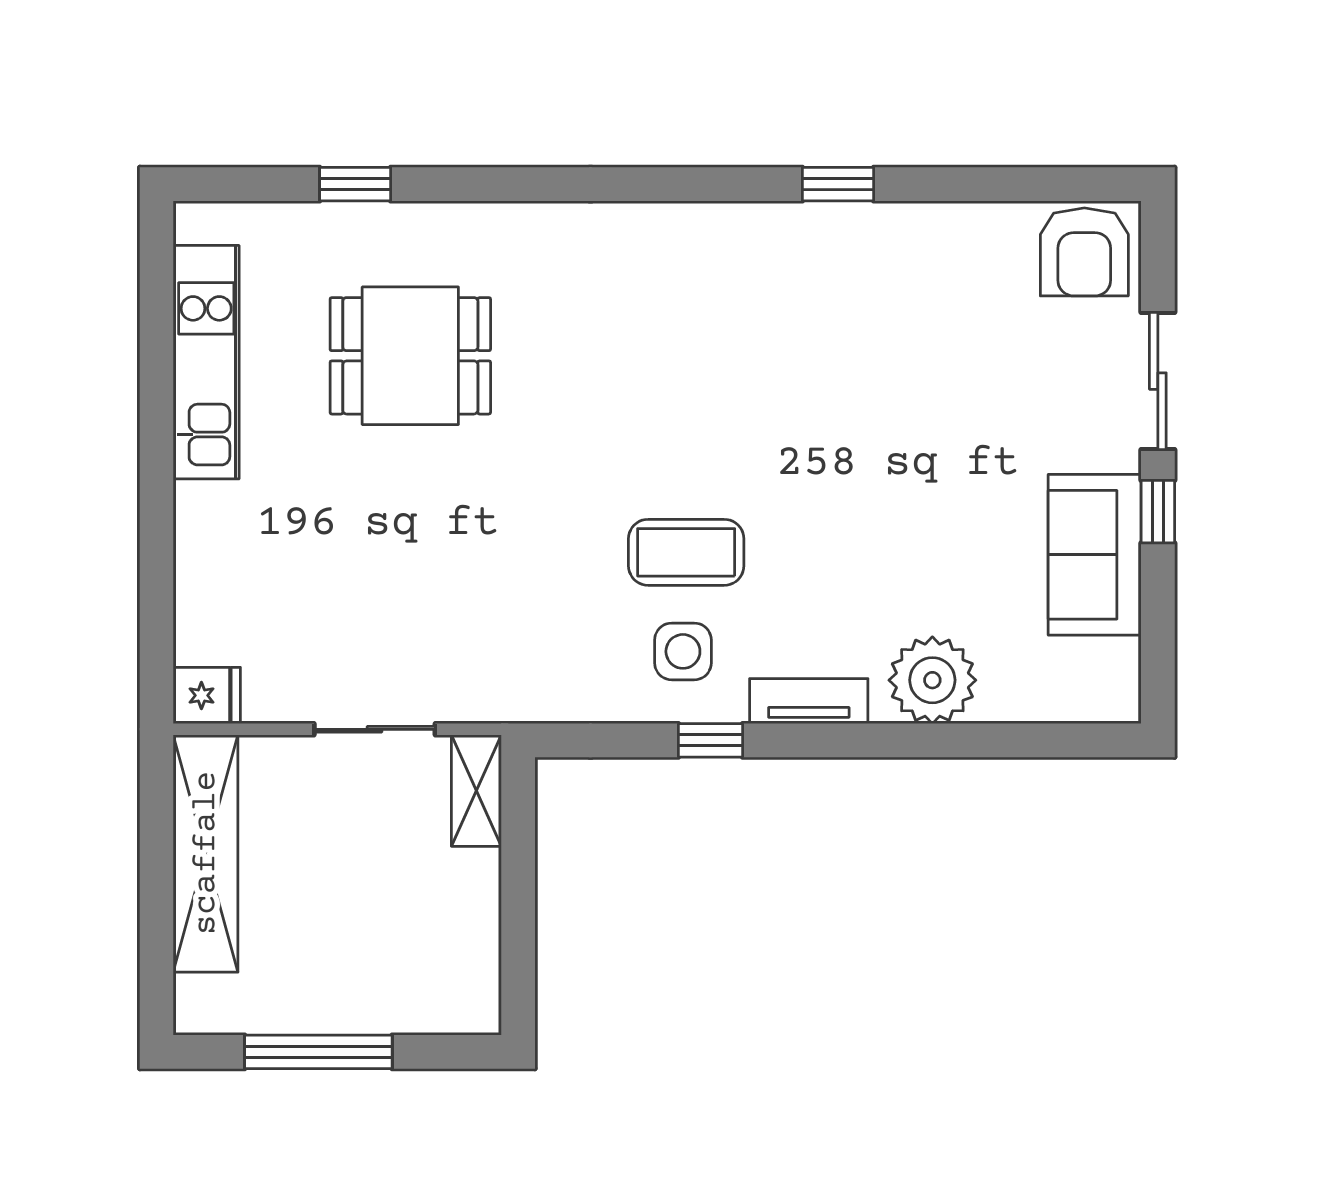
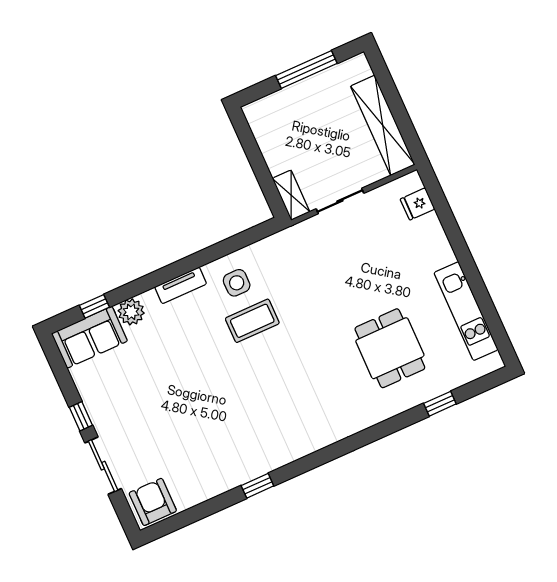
dining table: (410, 356) -> (390, 348), turned 90
sofa: (1095, 555) -> (89, 337), moved, turned 90
plant: (932, 680) -> (131, 312), width x0.73, depth x0.73
fridge: (207, 695) -> (417, 204), moved
window: (710, 740) -> (94, 306), moved

